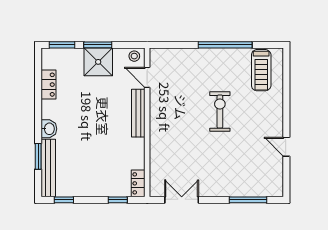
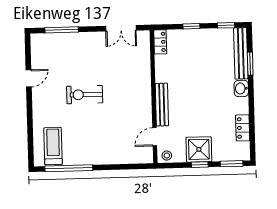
window: (98, 45) -> (200, 165), width x0.67
window: (225, 45) -> (69, 168), moved
door: (147, 77) -> (155, 137), swing flipped
exercise bike: (220, 112) -> (85, 95), moved, turned 90
door: (286, 147) -> (29, 78), hinge flipped
window: (118, 200) -> (191, 26), moved

